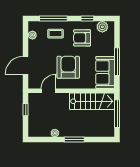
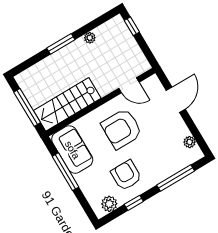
coffee table: (55, 34) -> (162, 161), removed
armchair: (82, 38) -> (126, 175), turned -90
armchair: (68, 67) -> (122, 129), turned 90
door: (48, 91) -> (129, 85), hinge flipped
window: (26, 110) -> (132, 26), moved

